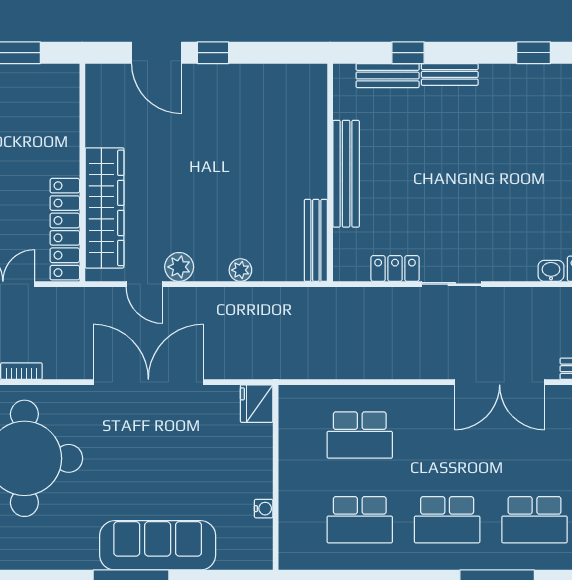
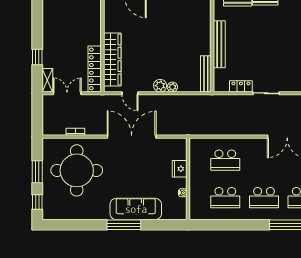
plant: (179, 267) -> (160, 86), moved
fridge: (257, 404) -> (180, 169), moved

